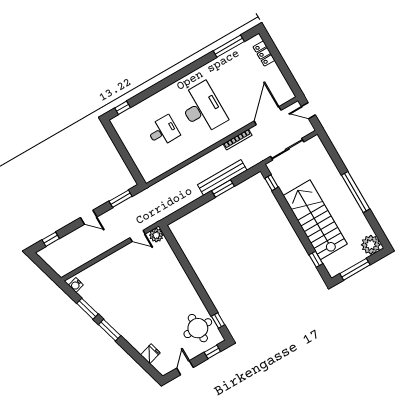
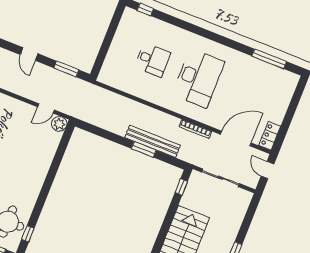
locker: (264, 53) -> (270, 136), moved
door: (138, 236) -> (46, 108), hinge flipped

